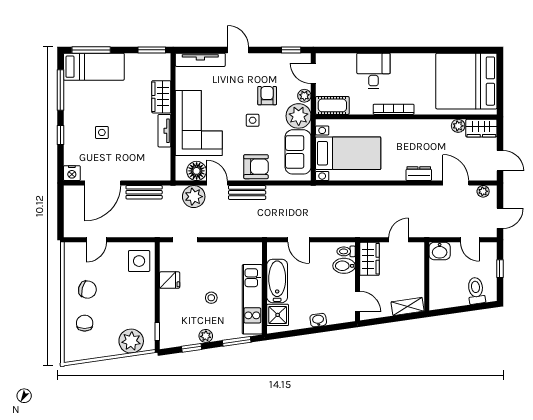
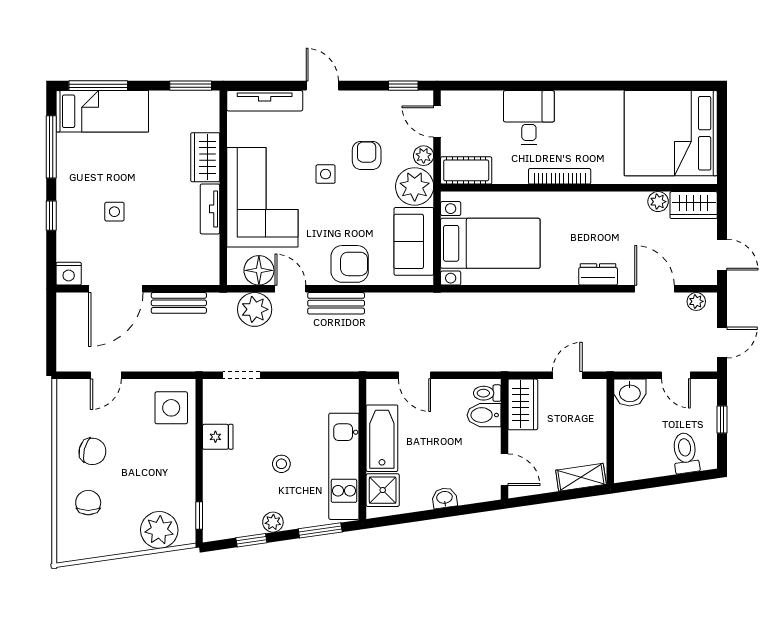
side table: (253, 120) -> (326, 174), moved

